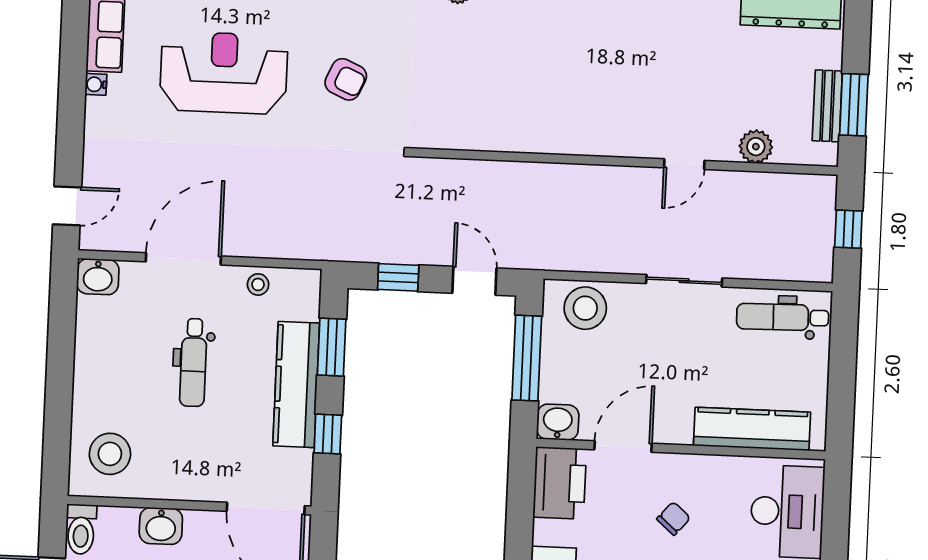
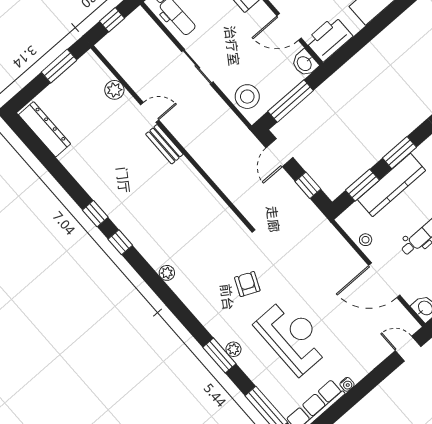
reception desk: (224, 73) -> (292, 337), turned 180
bench: (827, 106) -> (164, 144), moved, turned 90
window: (328, 434) -> (399, 153), width x1.50

